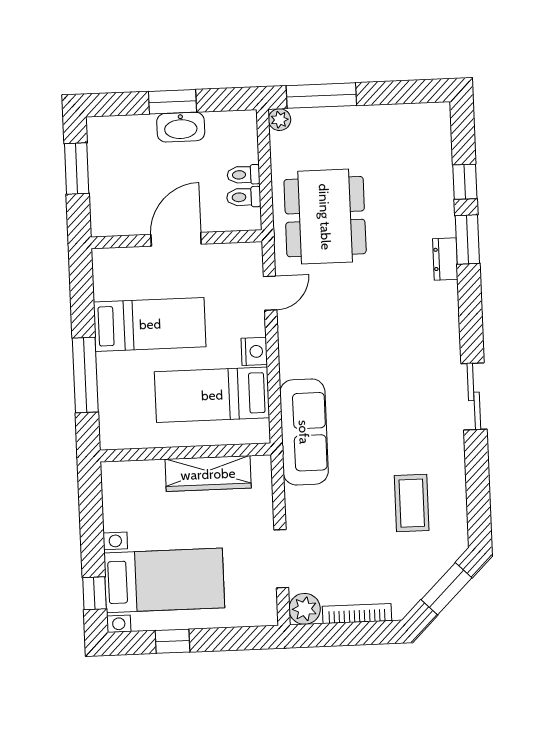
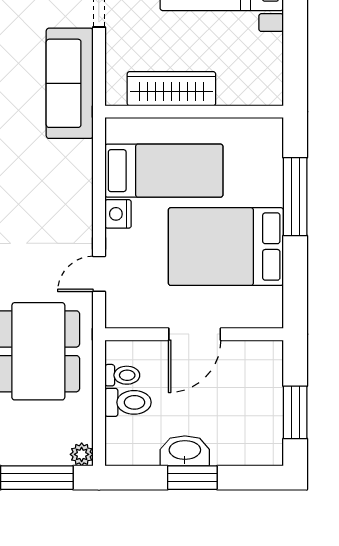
toilet: (243, 175) -> (128, 402), width x1.37, depth x1.39
bed: (150, 324) -> (226, 247), width x1.50
sofa: (304, 432) -> (70, 83), moved

